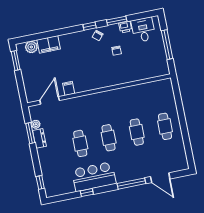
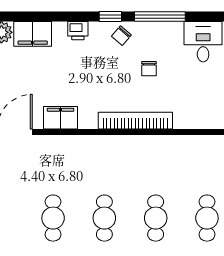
window: (117, 21) -> (160, 17), width x1.44
printer: (125, 27) -> (78, 31), moved
bookcase: (115, 81) -> (135, 121), added
filing cabinet: (69, 88) -> (60, 118), width x2.00

